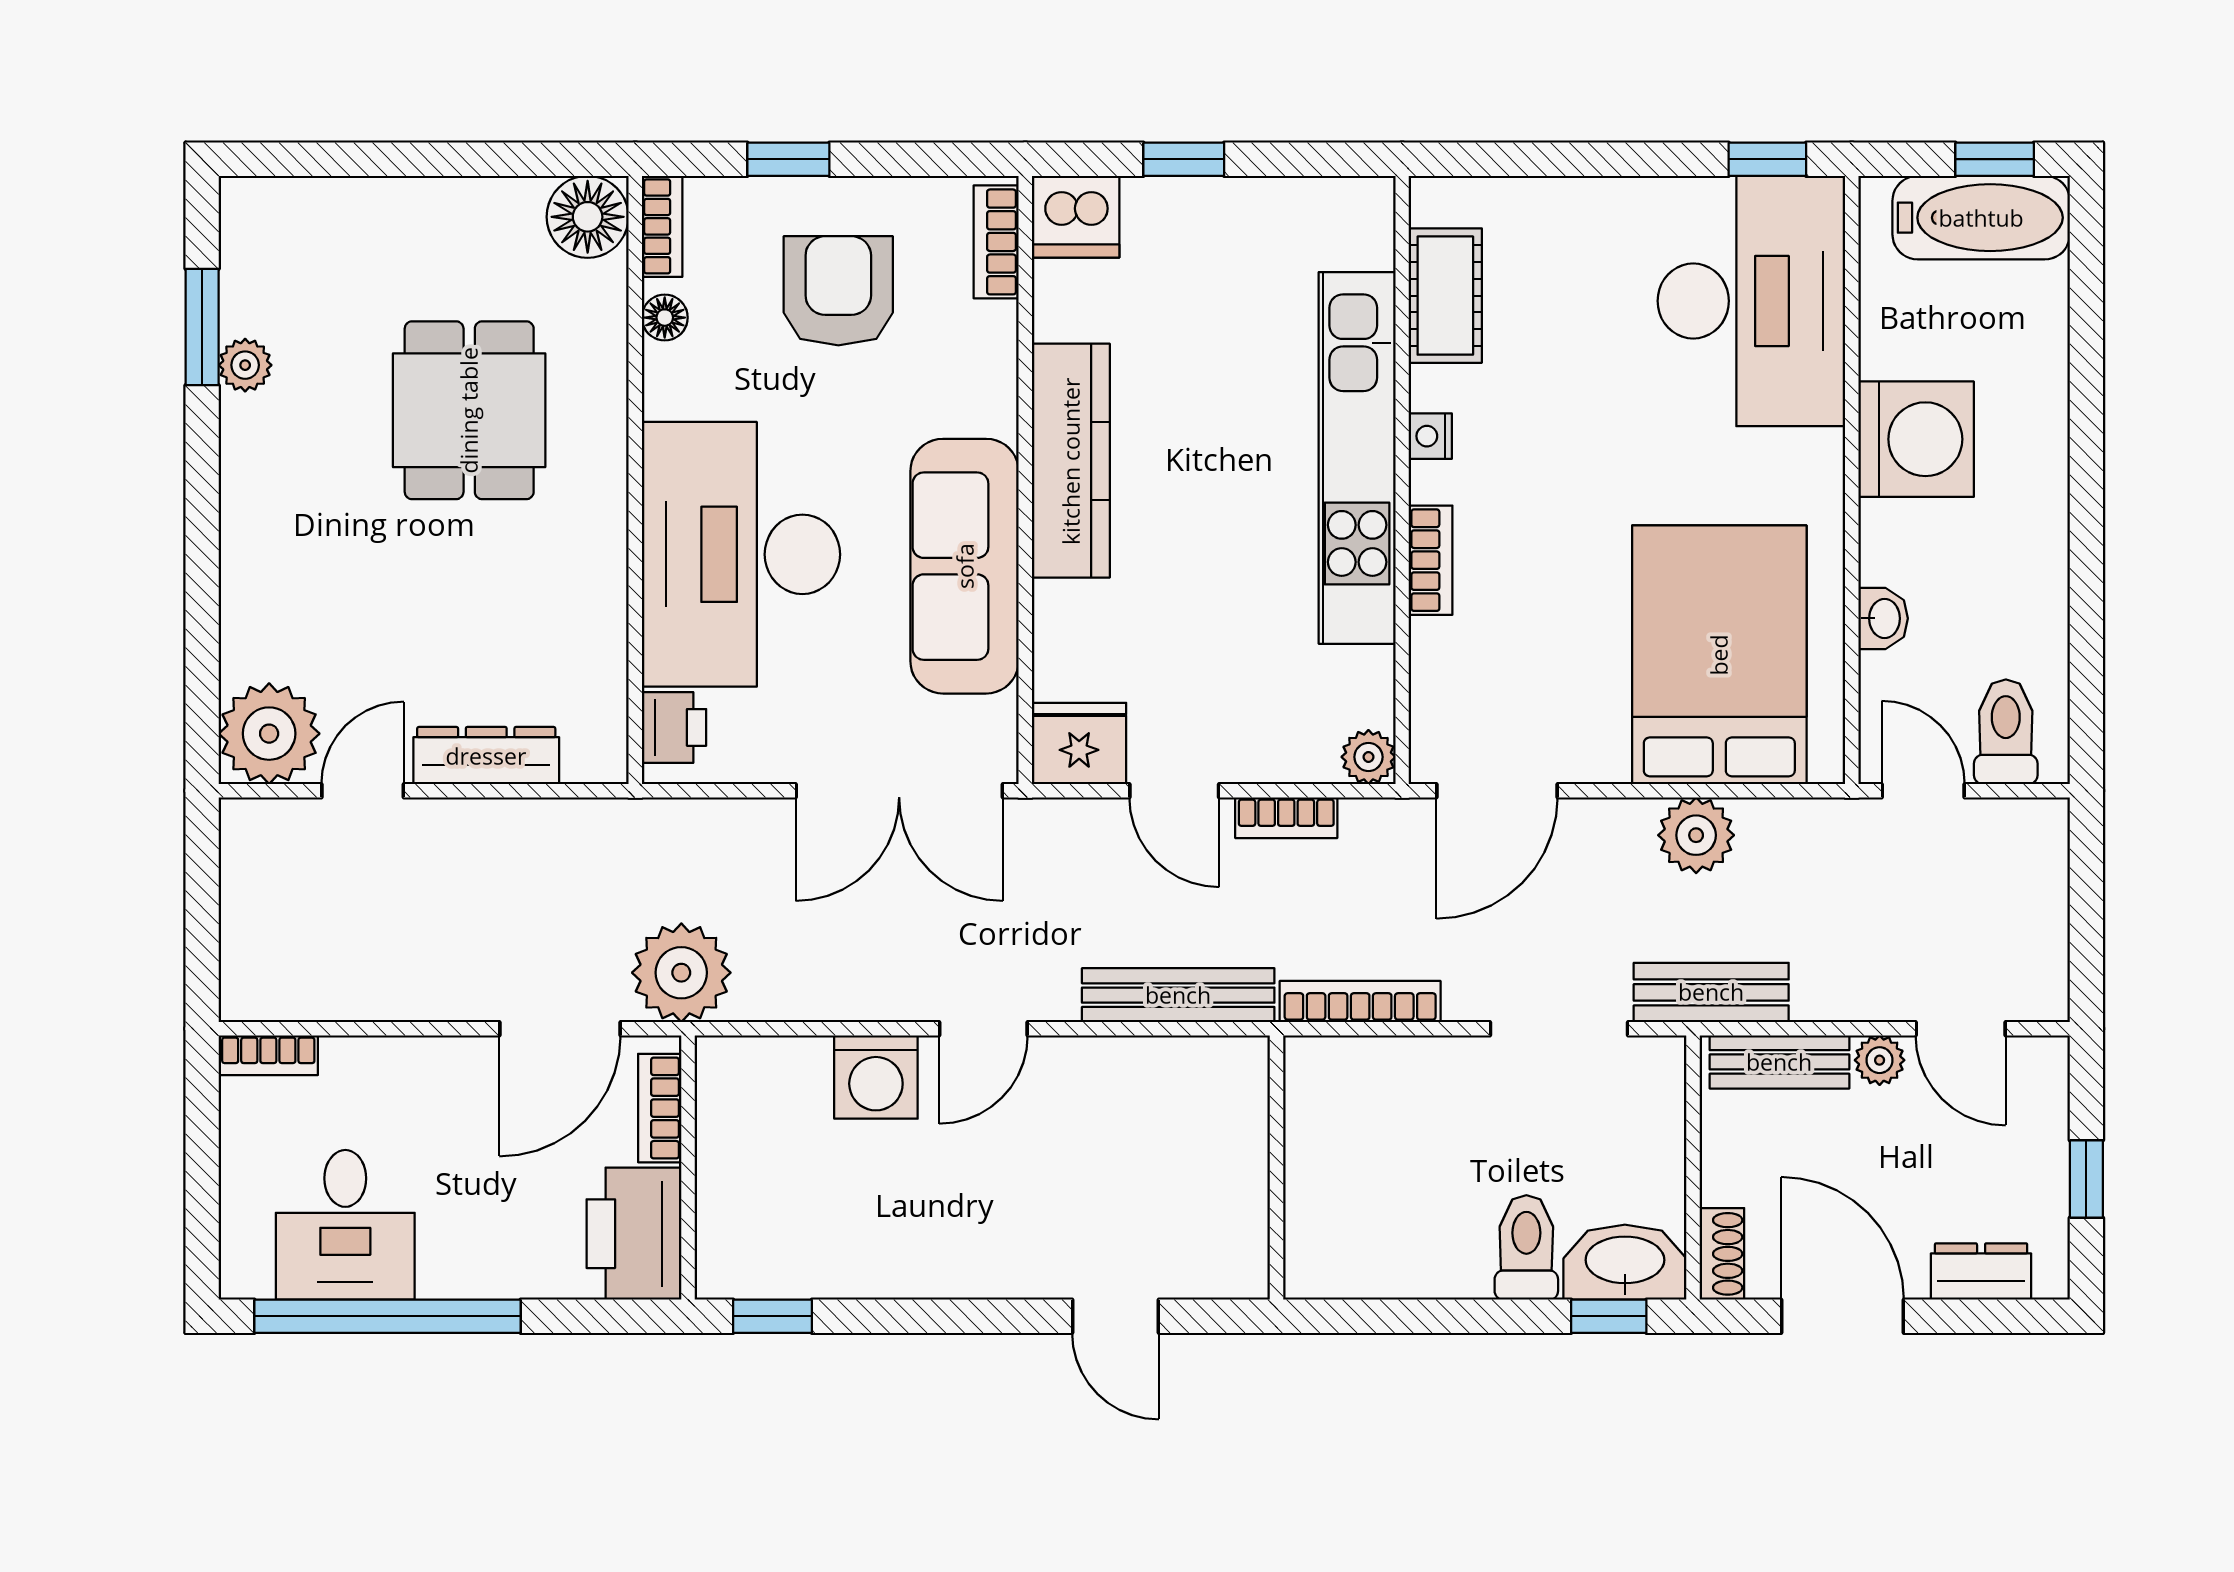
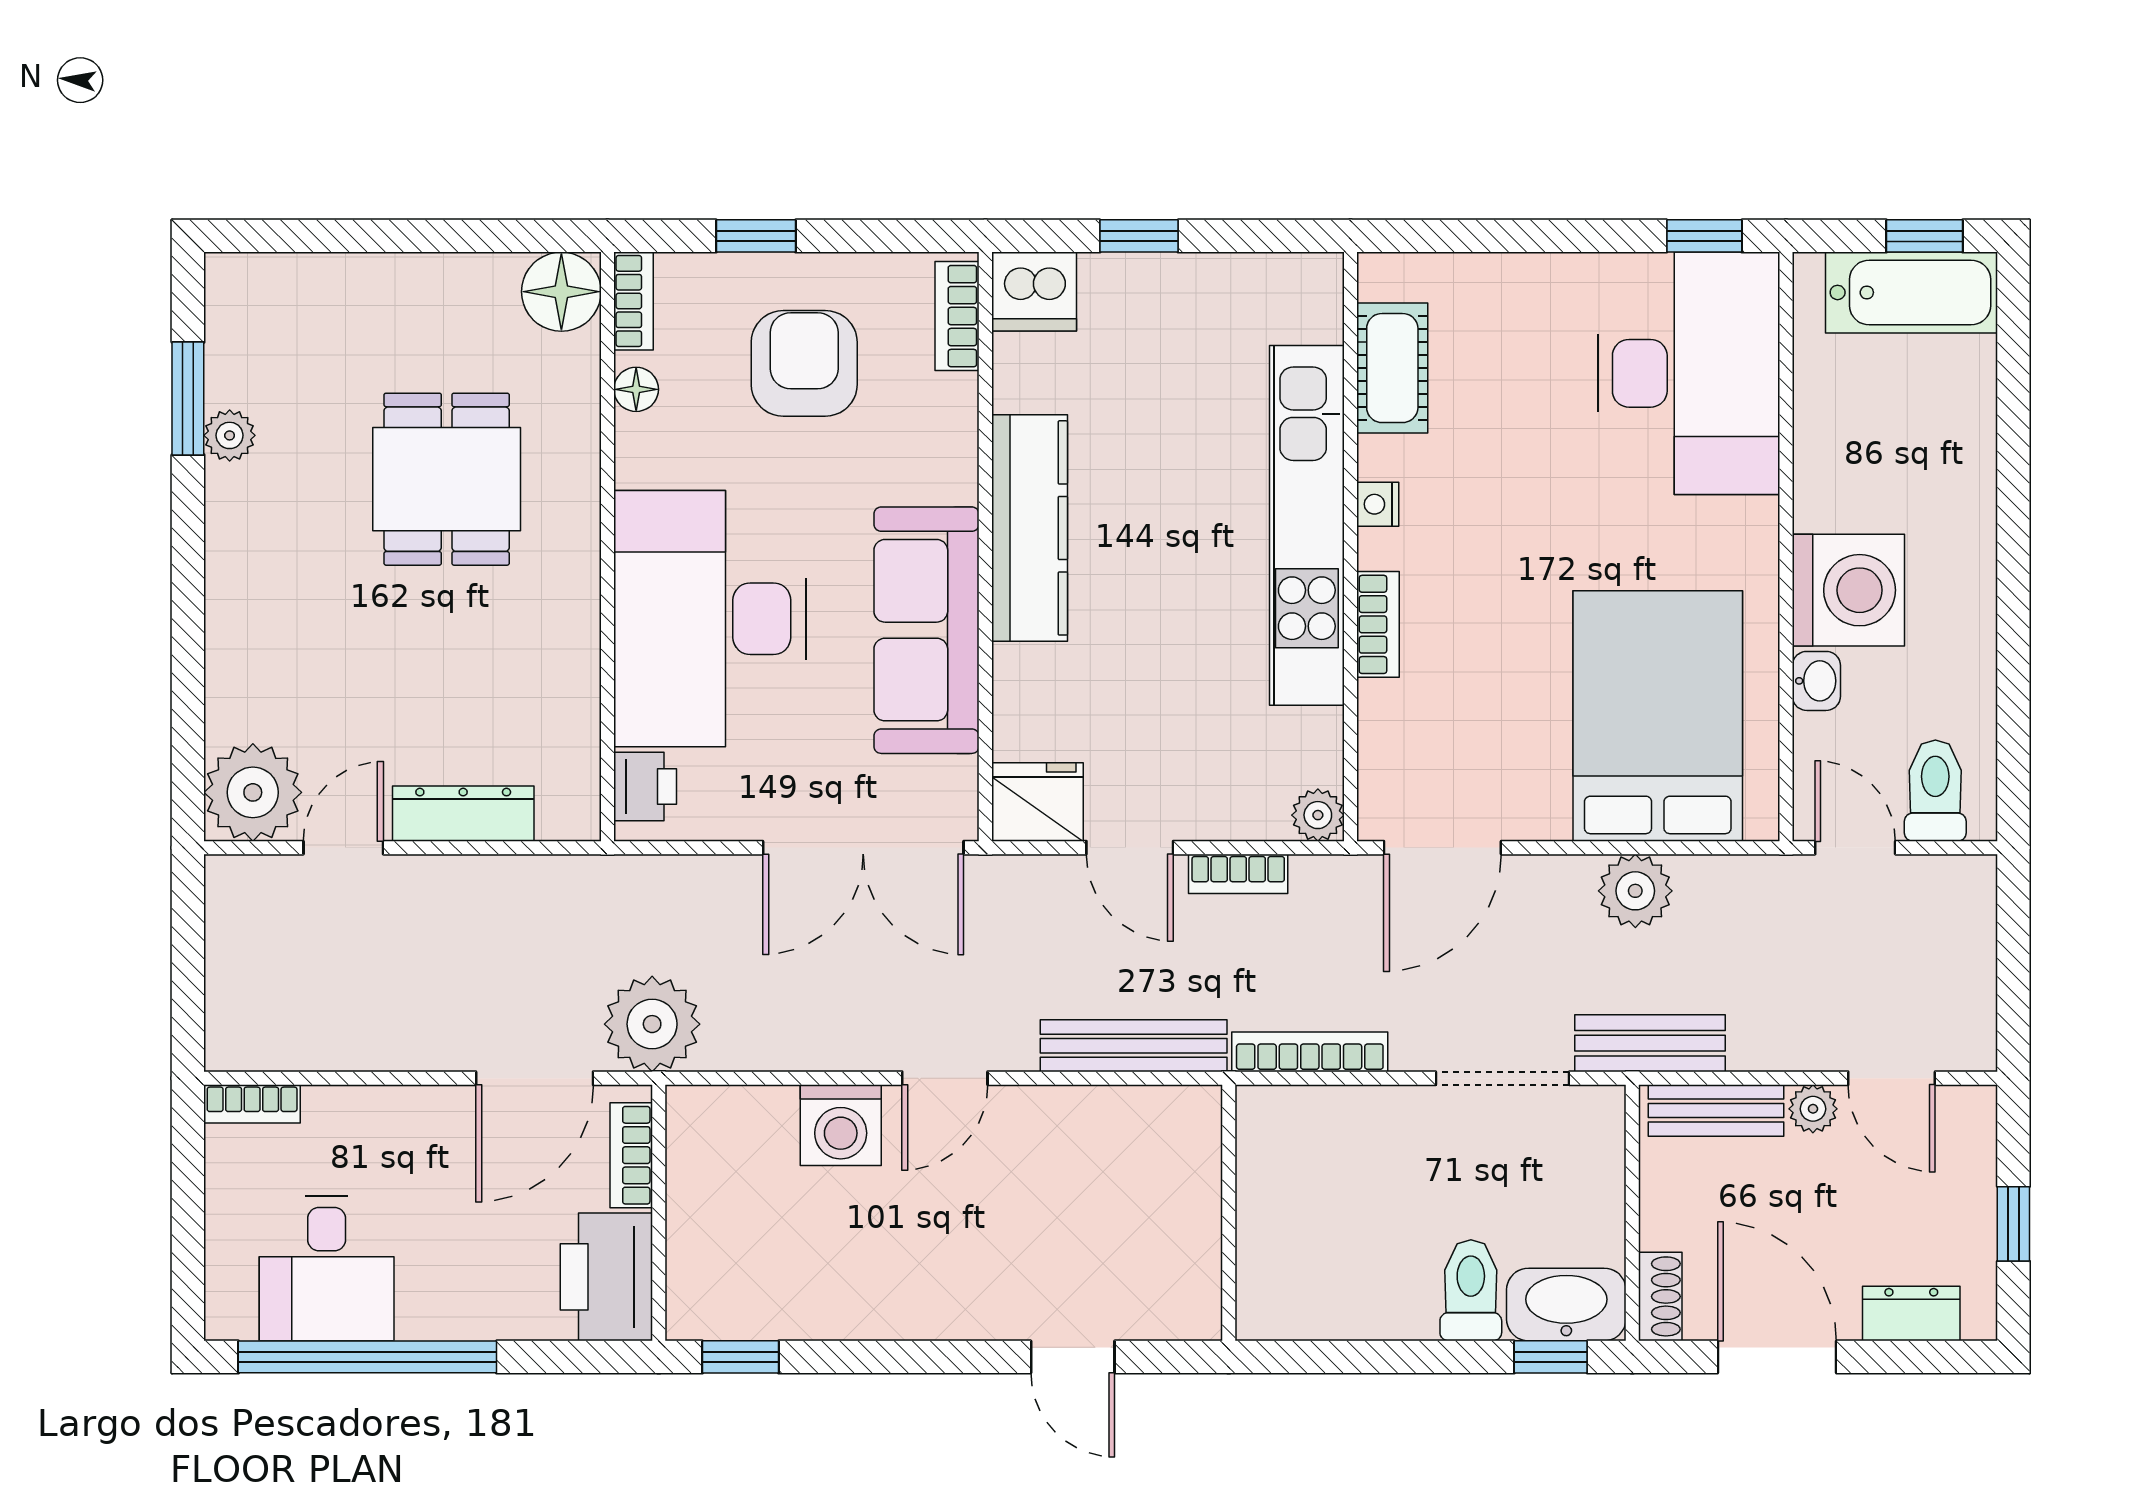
washing machine: (1916, 439) -> (1848, 590), moved

